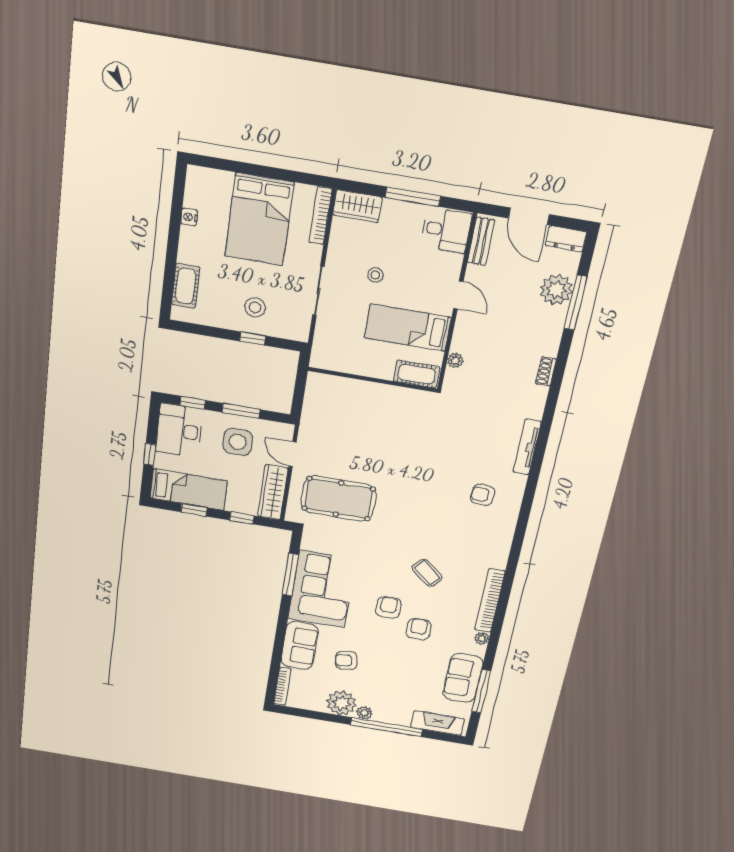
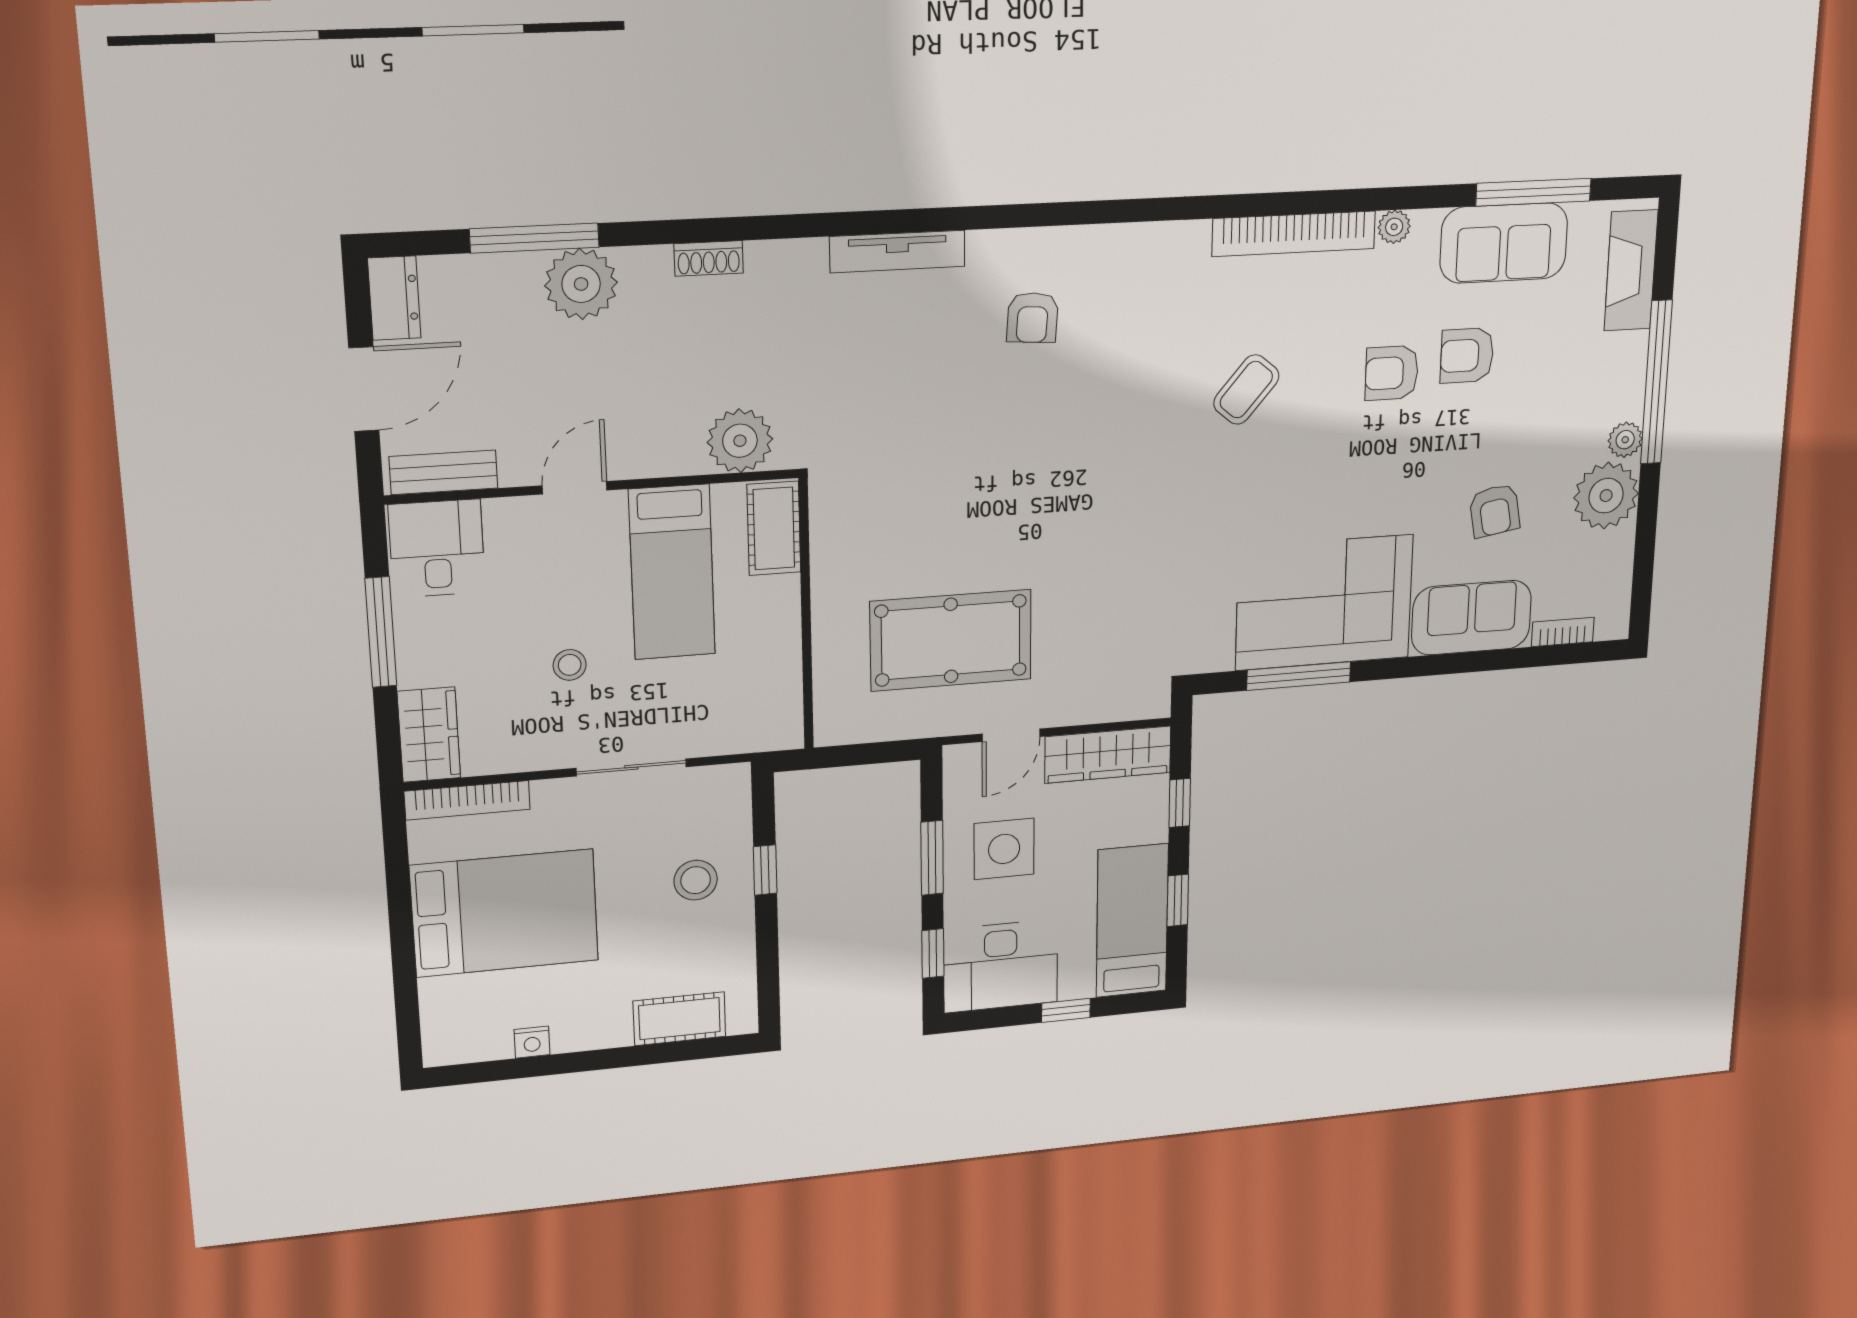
plant: (556, 290) -> (581, 284), moved
plant: (455, 360) -> (740, 441), width x1.87, depth x1.87
pool table: (339, 499) -> (951, 640), moved, turned 90
armchair: (388, 607) -> (1467, 355), moved
bookcase: (283, 686) -> (1563, 632), width x0.64

